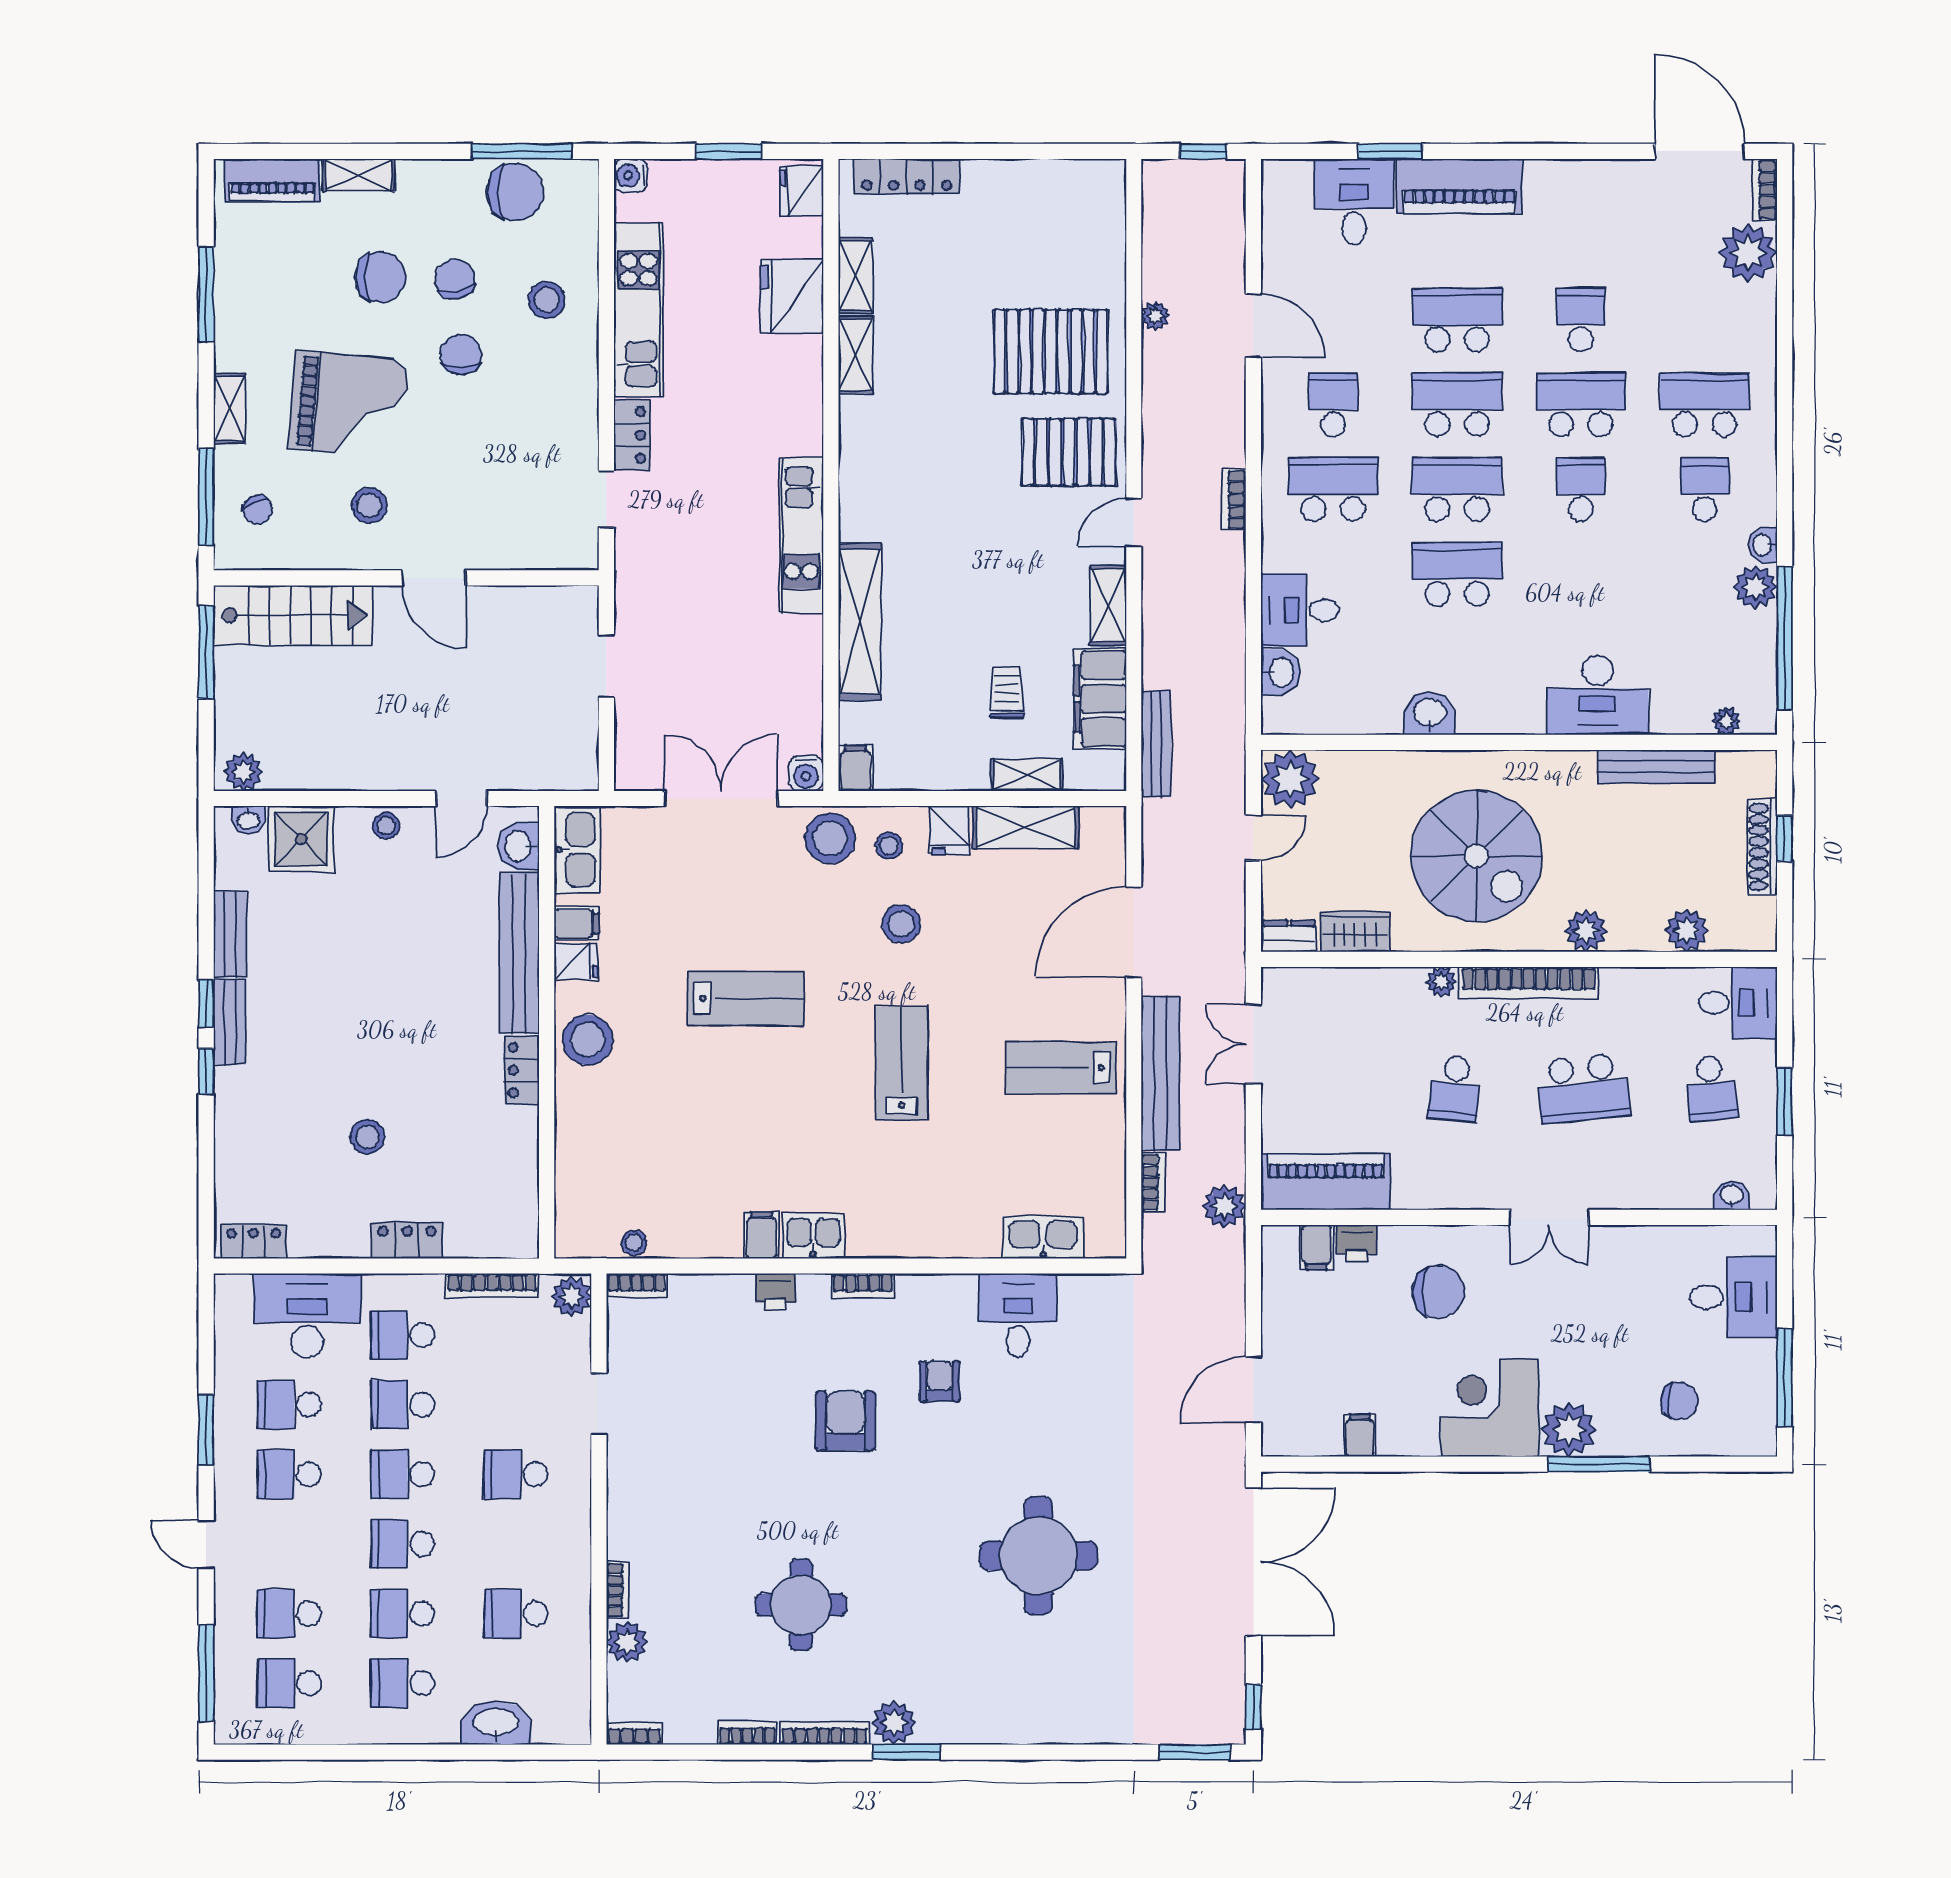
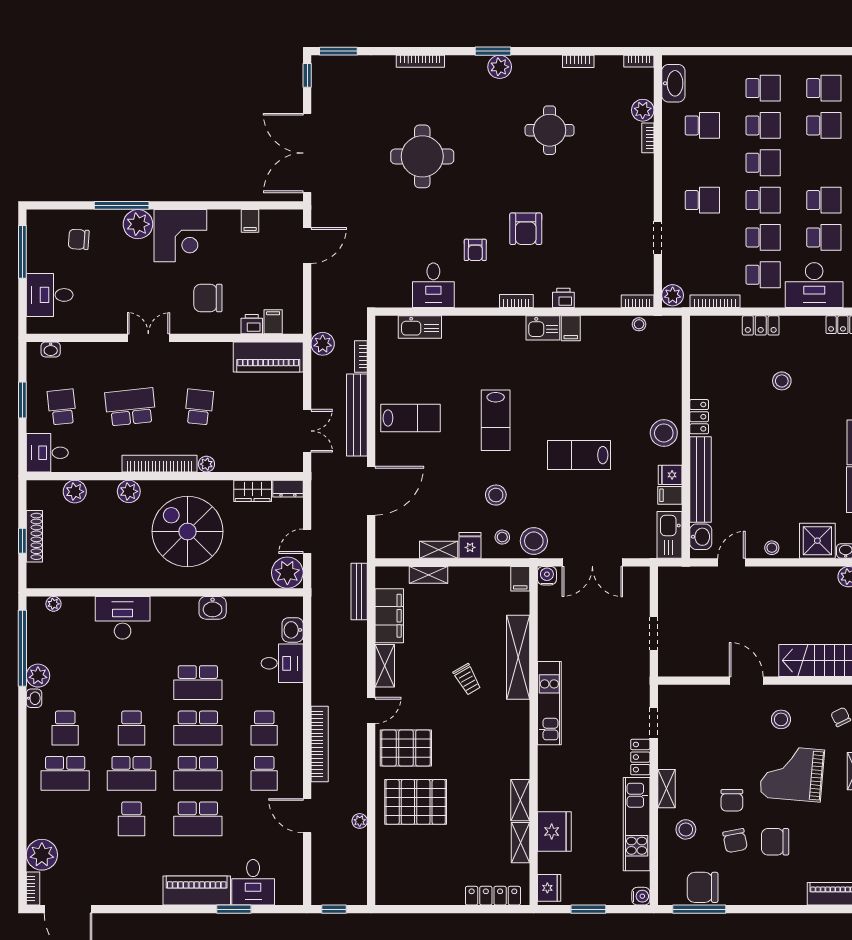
shelving: (359, 175) -> (666, 789), moved, turned 90
school desk: (1333, 489) -> (264, 728), width x0.54
bookcase: (1234, 500) -> (320, 744), width x2.31, depth x1.31
trolley: (1007, 692) -> (467, 679), moved, turned -30
bench: (1656, 766) -> (91, 579), removed
shelving: (1026, 827) -> (439, 550), width x0.67, depth x0.75
washbasin: (496, 1723) -> (673, 83), moved, turned -90
bookcase: (824, 1733) -> (420, 61), moved

